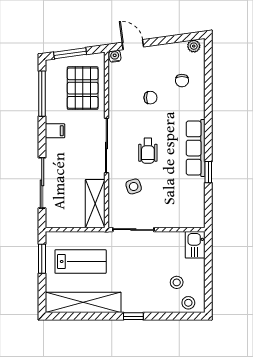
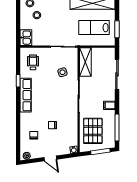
door: (133, 45) -> (50, 158), moved
wheelchair: (148, 151) -> (33, 62), moved

